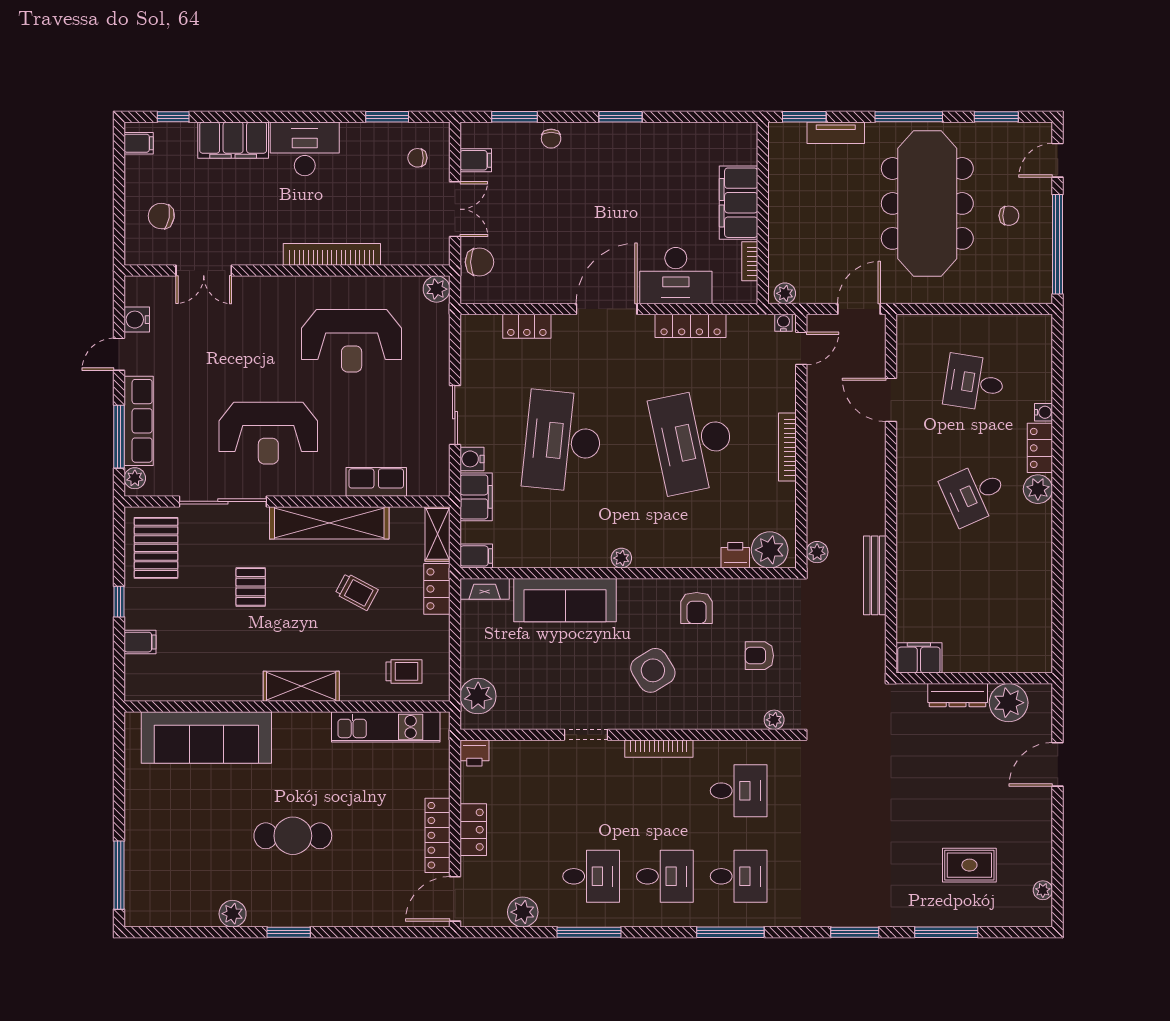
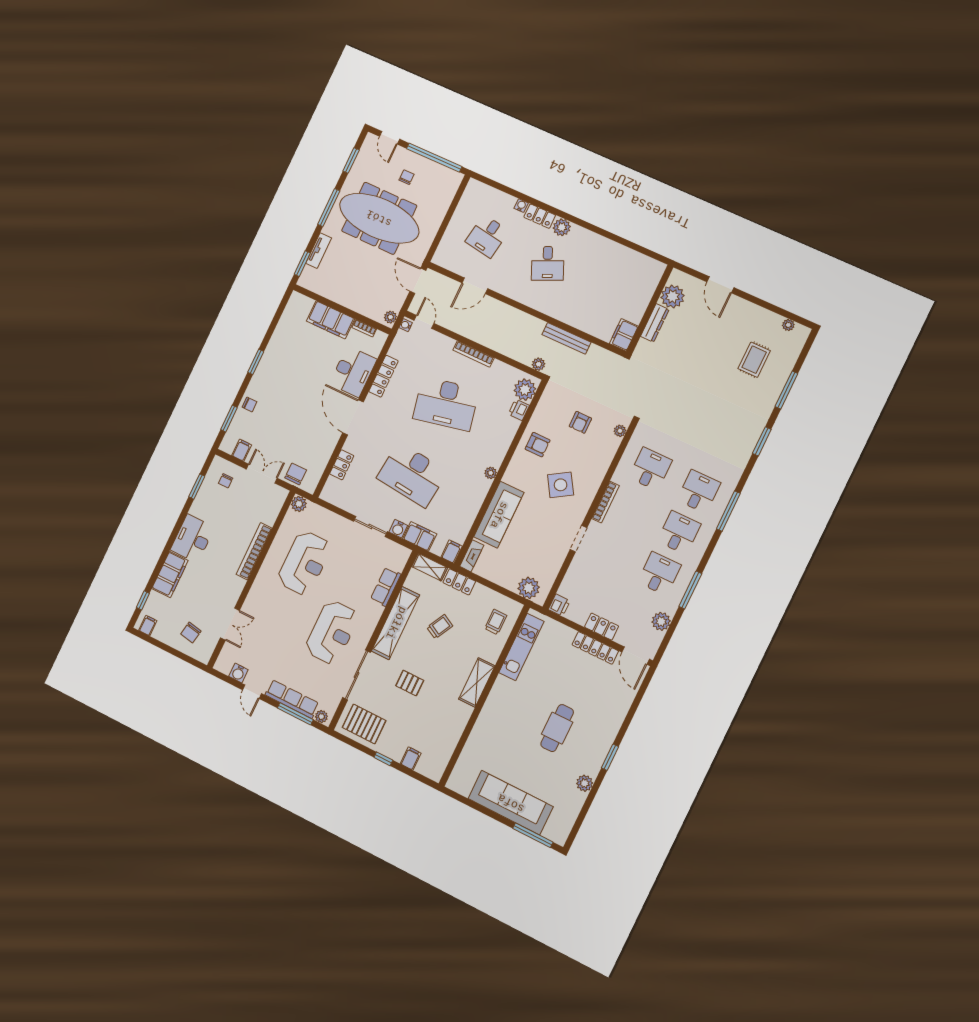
sofa: (206, 737) -> (511, 803), moved, turned -90

